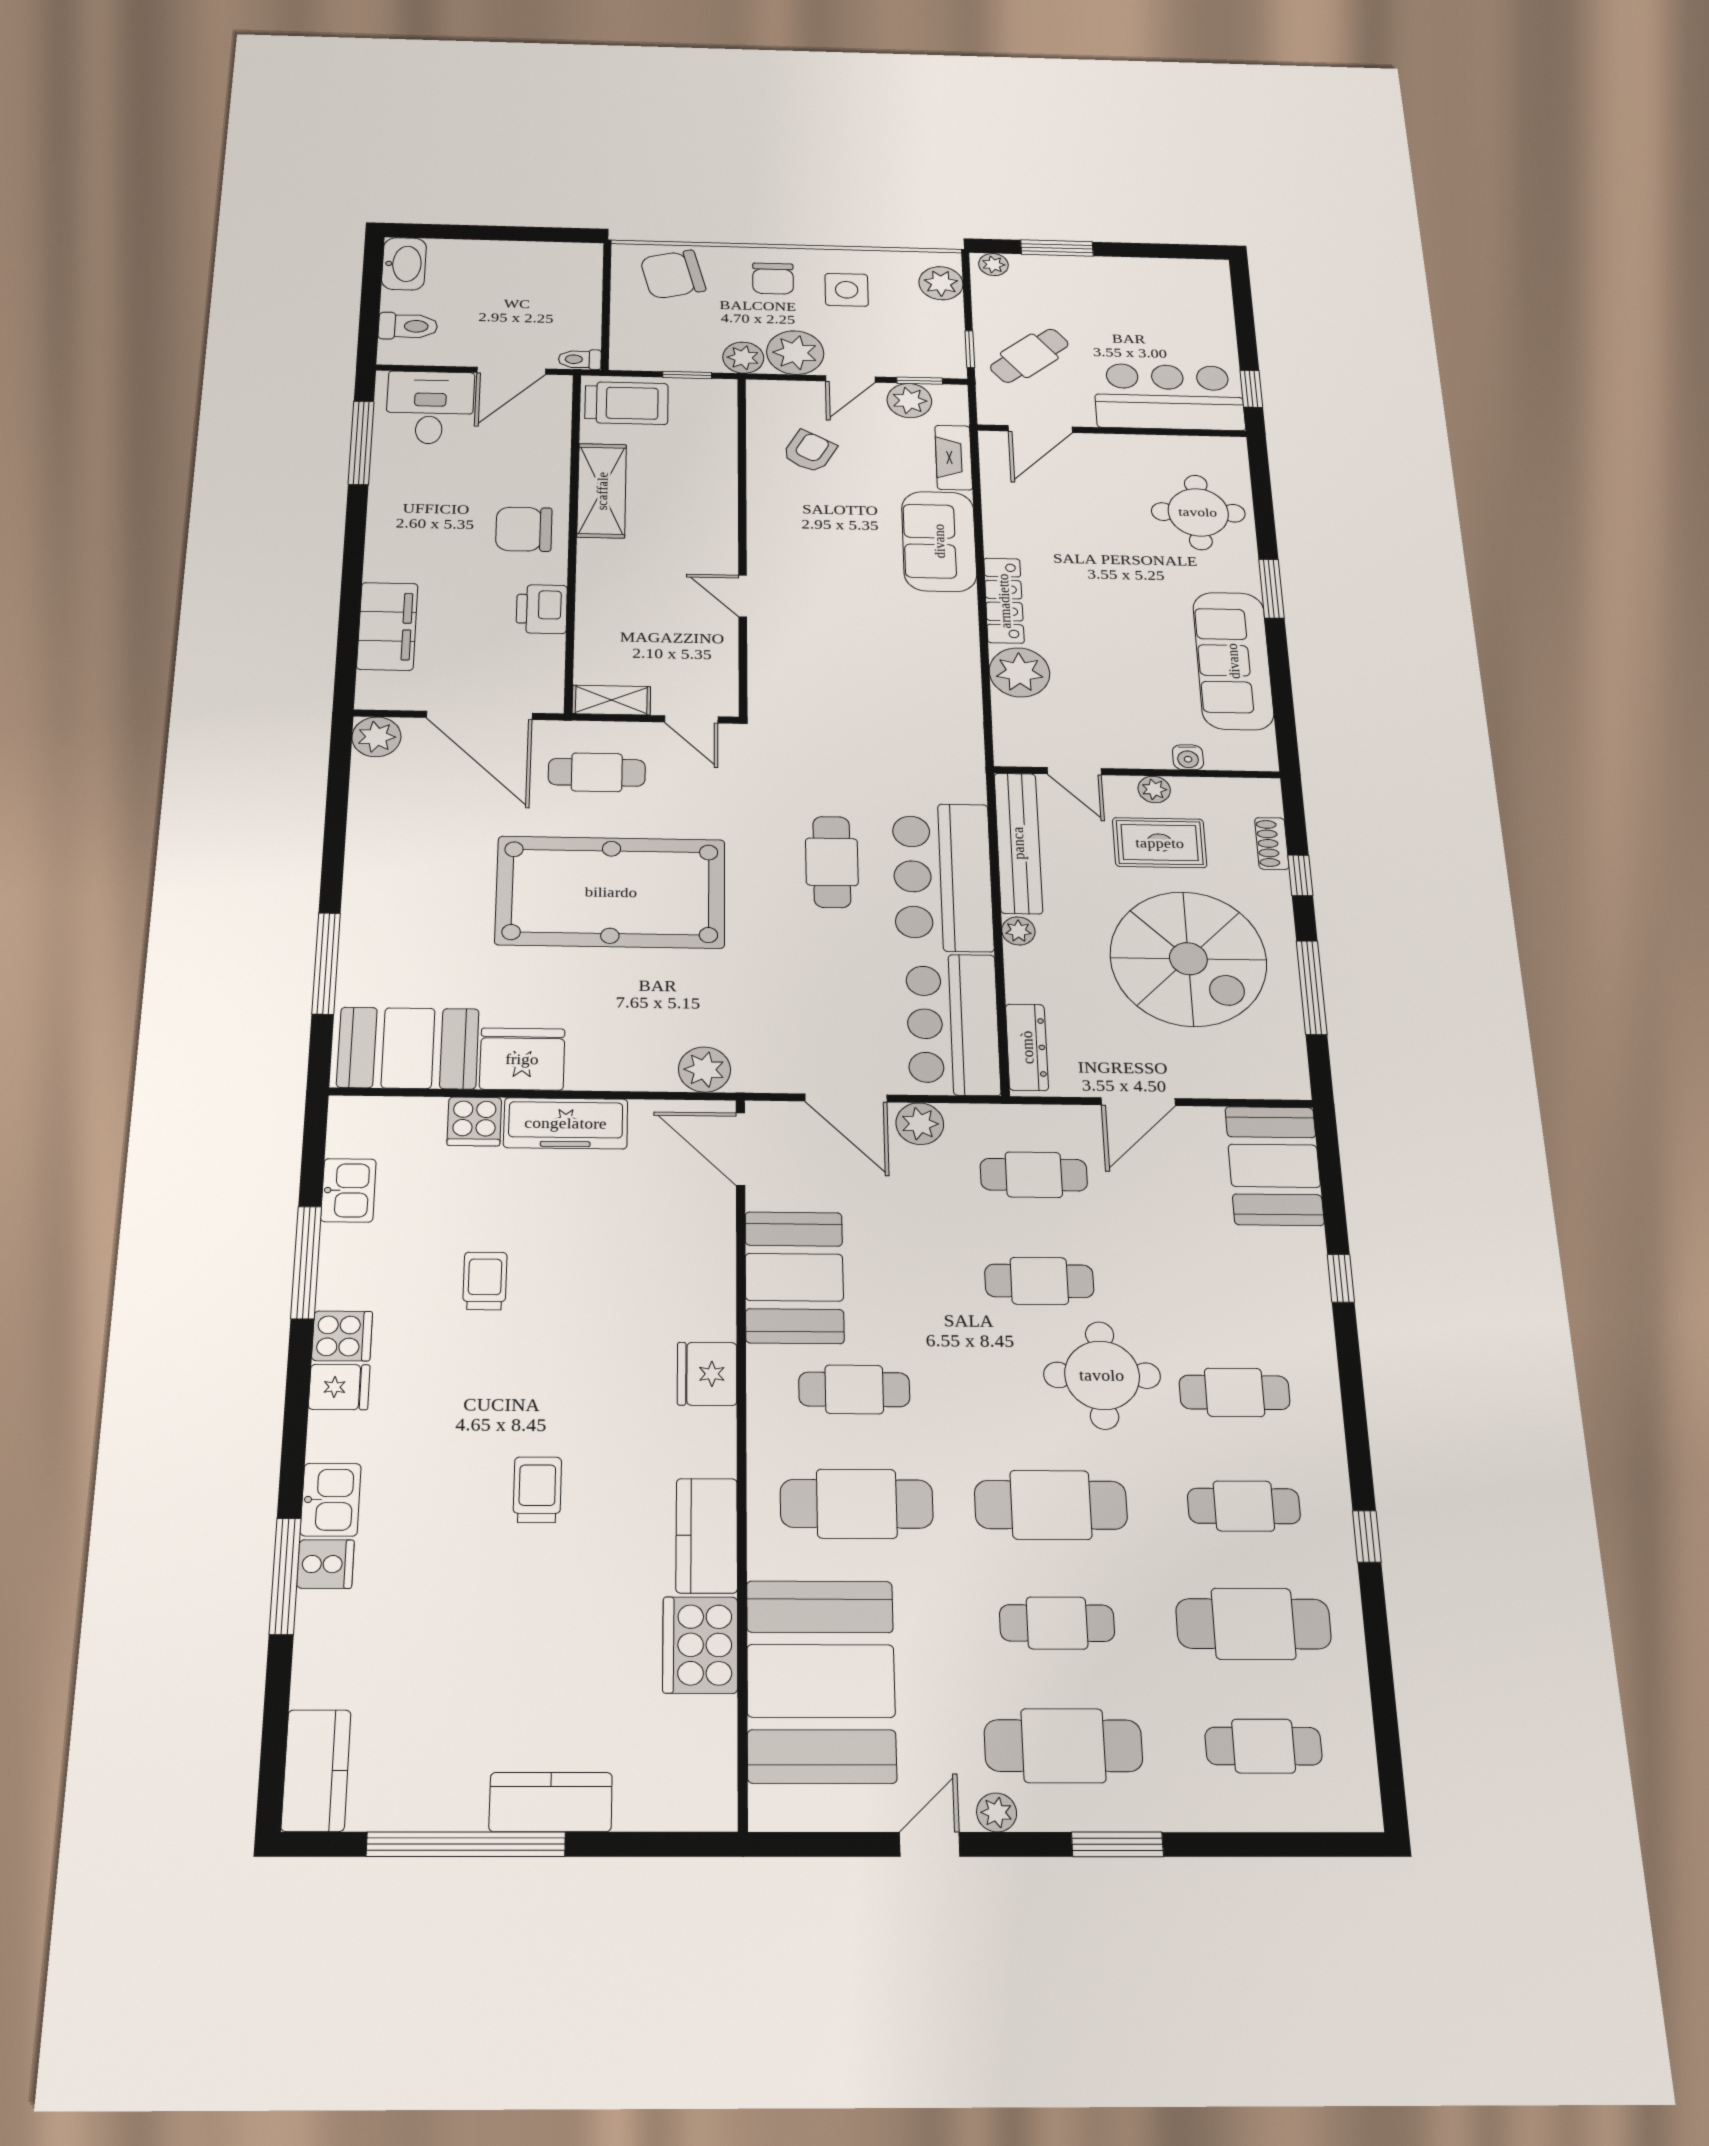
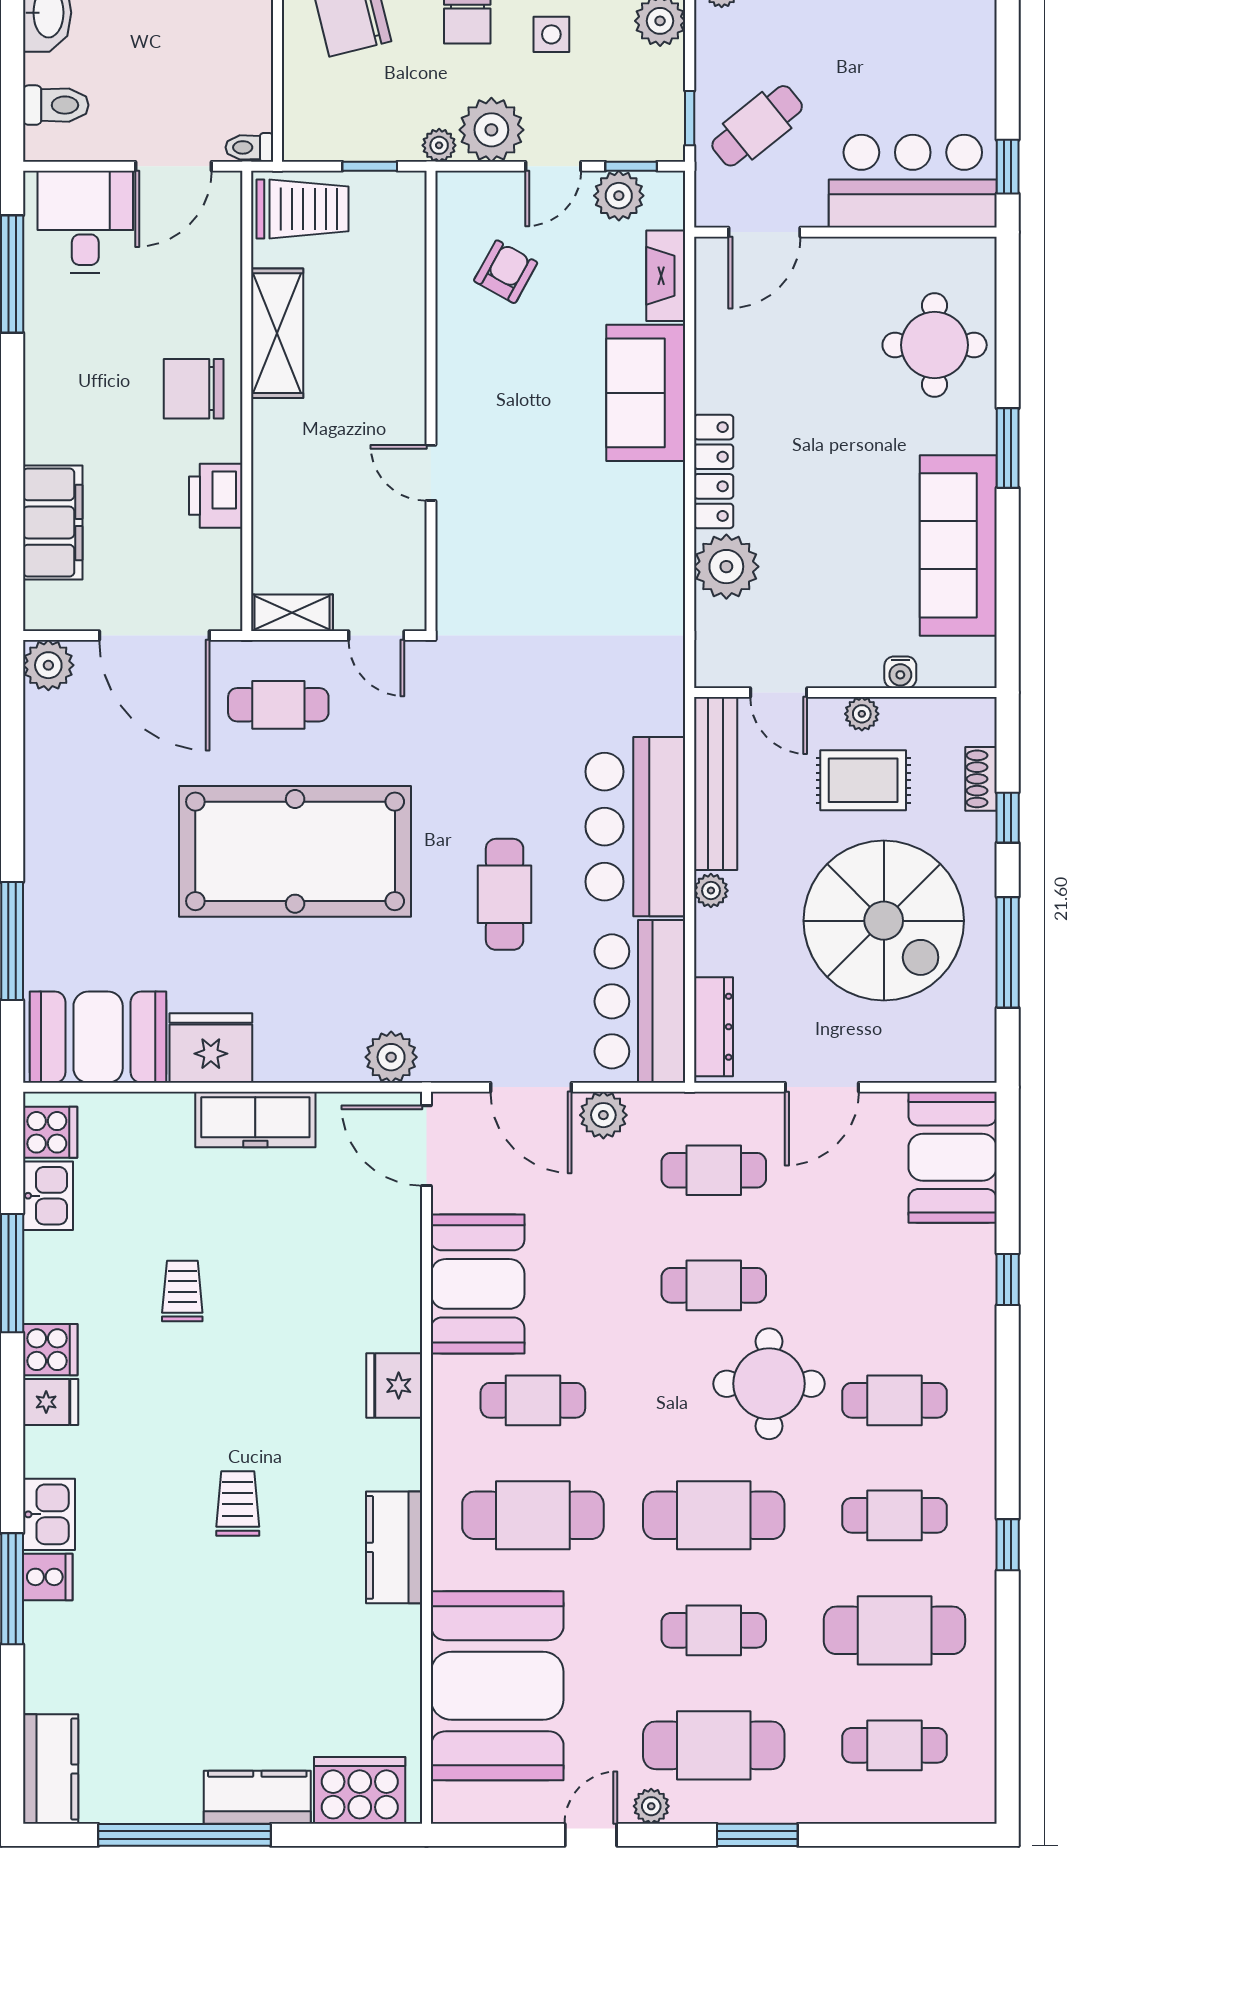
side table: (847, 290) -> (551, 34), width x0.73, depth x0.73
plant: (743, 358) -> (439, 145), width x0.73, depth x0.73
cafe table: (832, 862) -> (505, 894), moved
cooker: (474, 1121) -> (50, 1132), moved, turned -90
cooker: (700, 1645) -> (360, 1790), moved, turned 90

